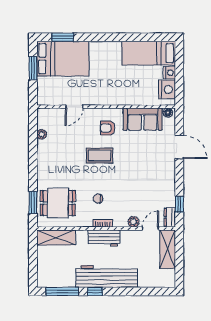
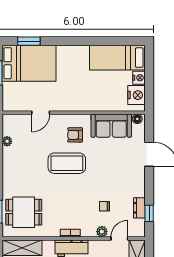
coffee table: (100, 156) -> (67, 163), width x1.36, depth x1.32
chair: (98, 199) -> (105, 206), moved
dresser: (170, 217) -> (139, 208), moved

